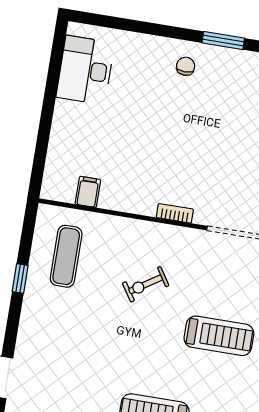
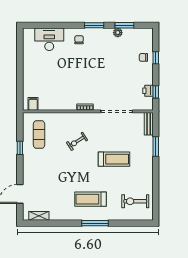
desk: (85, 70) -> (49, 39), moved, turned 90
filing cabinet: (88, 192) -> (33, 104), moved

